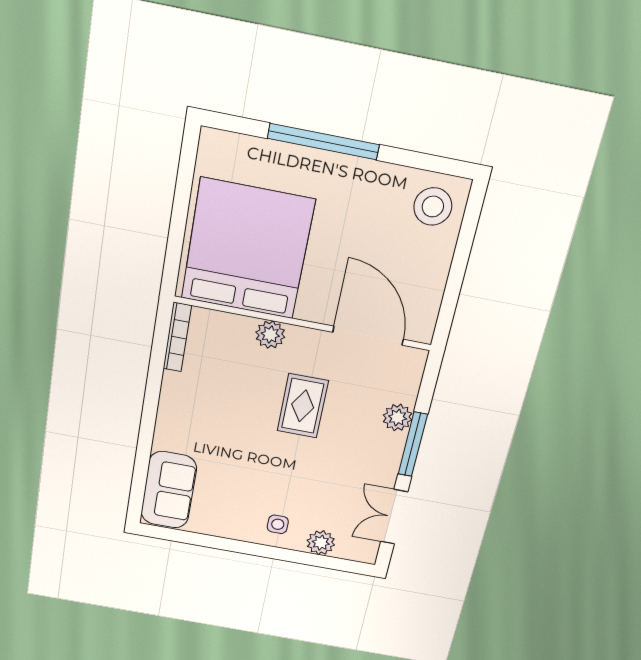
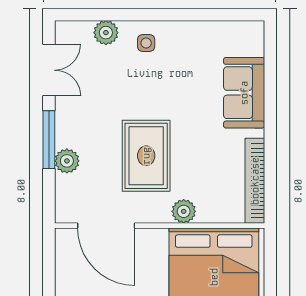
bookcase: (177, 337) -> (255, 181), width x1.48, depth x1.31
rug: (303, 406) -> (146, 156), width x1.36, depth x1.43
sofa: (169, 490) -> (244, 93), moved

